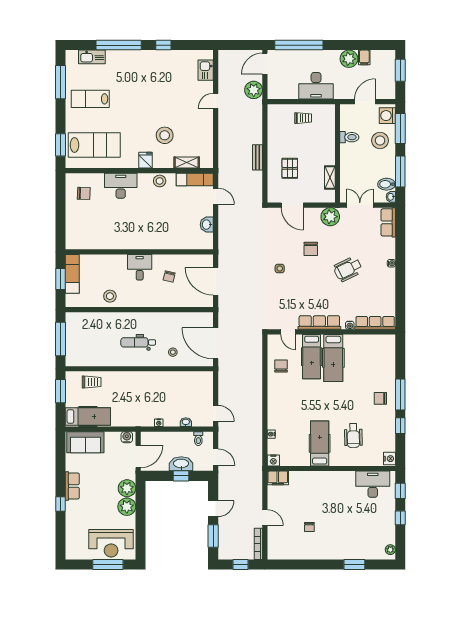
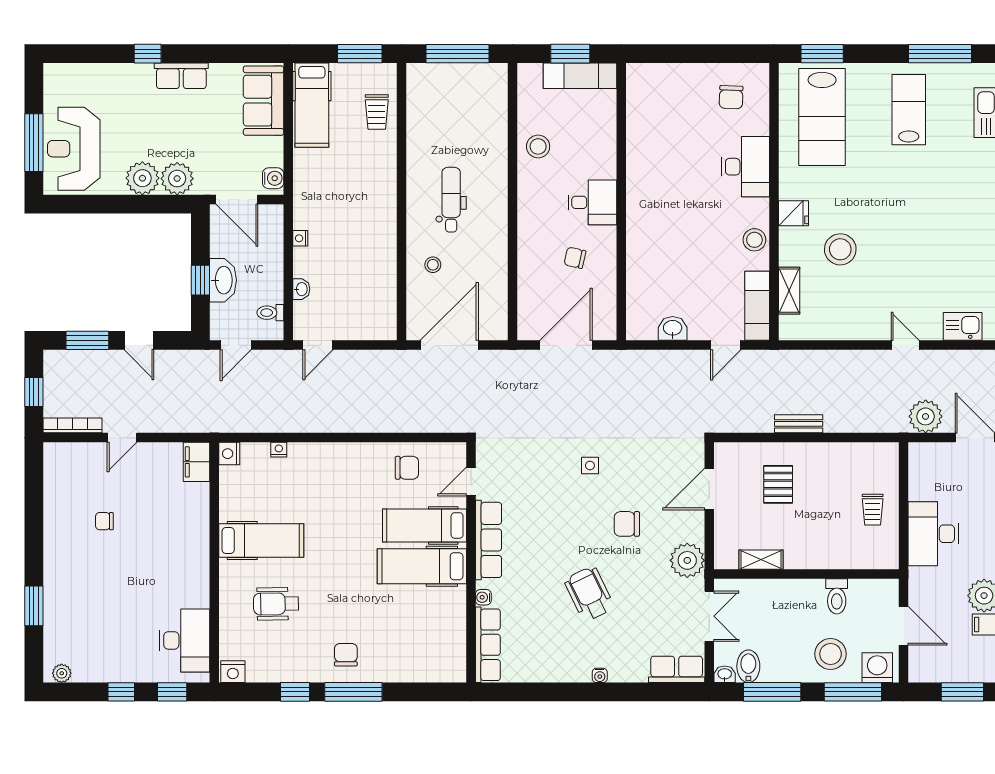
pallet: (290, 168) -> (778, 484), turned 90

